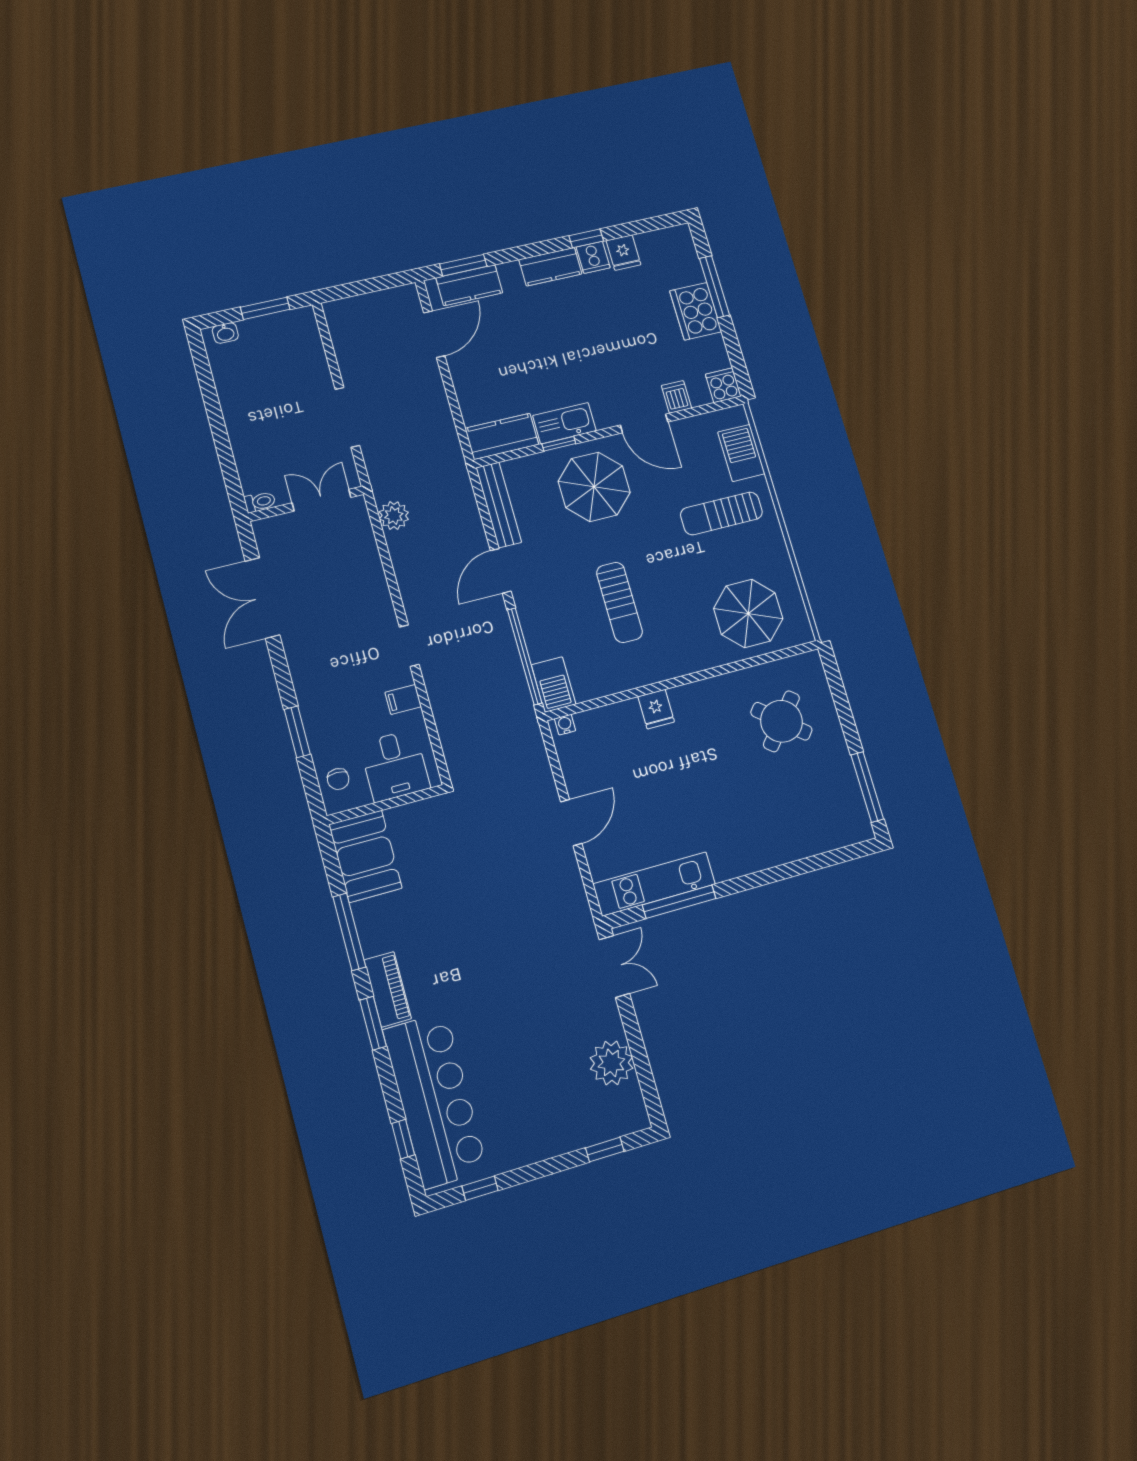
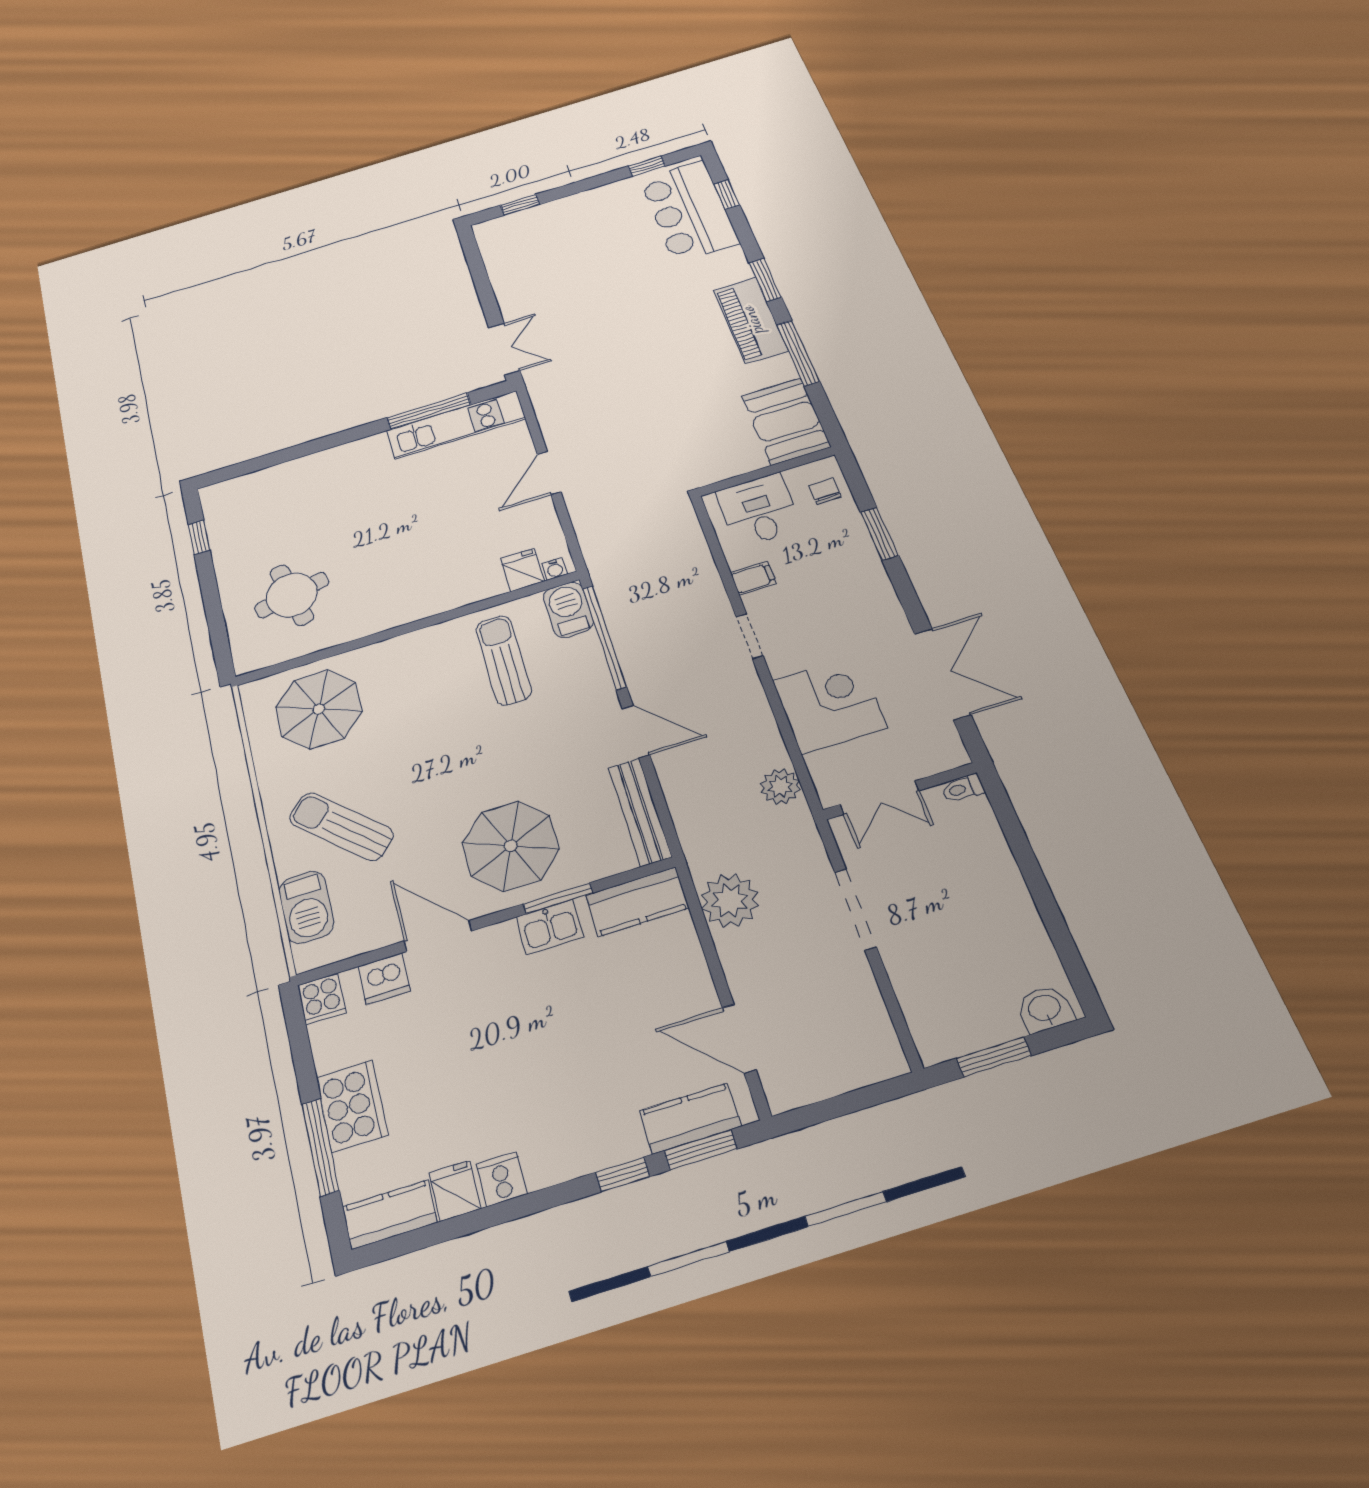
window: (586, 238) -> (623, 1174), moved
kitchen counter: (550, 267) -> (390, 1215), moved
washbasin: (225, 333) -> (1045, 1009), width x1.38, depth x1.45
door: (434, 334) -> (739, 1039), hinge flipped
dishwasher: (676, 397) -> (384, 979), width x1.38
kitchen sink: (565, 423) -> (550, 927), width x0.73
window: (559, 444) -> (558, 898), width x1.50
sun lounger: (722, 513) -> (341, 826), turned -136
door: (501, 571) -> (636, 732), hinge flipped
corner desk: (351, 580) -> (830, 704), added
sun lounger: (619, 602) -> (504, 660), moved
fridge: (656, 709) -> (522, 570), moved
round table: (781, 721) -> (292, 595), turned 38
window: (867, 787) -> (199, 537), width x0.46
double door: (614, 966) -> (504, 349), swing flipped
piano: (388, 989) -> (751, 320), width x1.37, depth x1.33
plant: (611, 1063) -> (730, 901), moved
bar counter: (435, 1100) -> (689, 211), width x0.73

